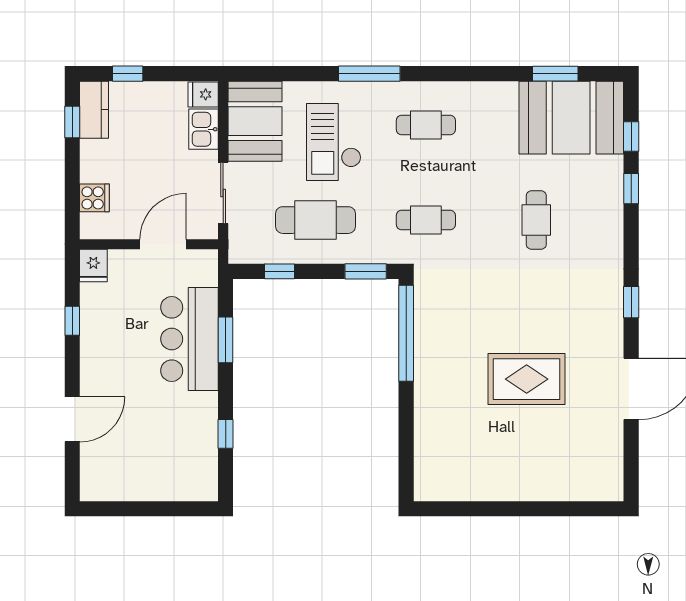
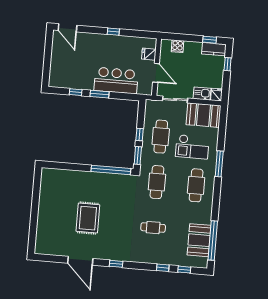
window: (555, 74) -> (213, 240), width x2.11
booth: (571, 118) -> (199, 240), width x0.73, depth x0.70
cafe table: (426, 125) -> (196, 185), width x1.37, depth x1.35
checkout: (334, 142) -> (192, 147), turned 180
cafe table: (426, 220) -> (157, 182), width x1.37, depth x1.35
fridge: (93, 265) -> (149, 54), moved
window: (280, 271) -> (140, 135), moved
window: (72, 321) -> (113, 32), moved
window: (226, 340) -> (100, 94), moved
door: (72, 419) -> (67, 28), moved

